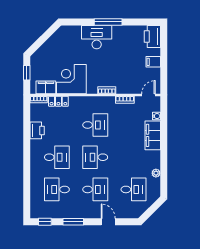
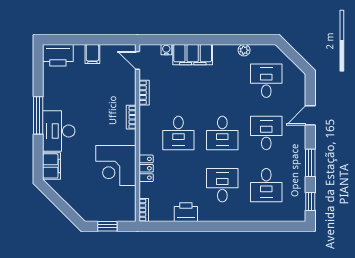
filing cabinet: (46, 87) -> (52, 166), moved, turned 180
locker: (58, 101) -> (146, 168), moved
desk: (95, 125) -> (178, 133), turned 180

